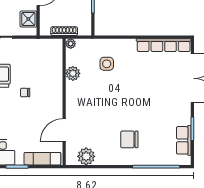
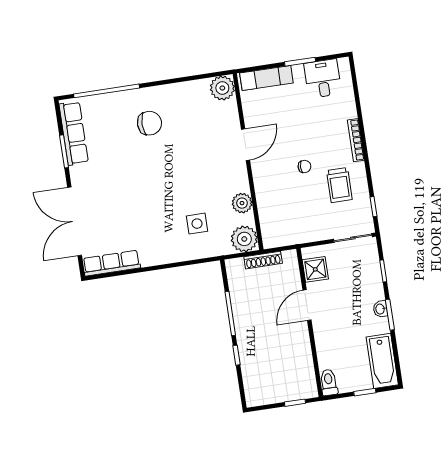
plant: (71, 44) -> (244, 239), width x1.88, depth x1.88
row of seats: (164, 45) -> (111, 263), width x0.73
door: (64, 130) -> (245, 145), moved
row of seats: (184, 140) -> (74, 133), width x1.48
plant: (86, 156) -> (222, 88), moved

